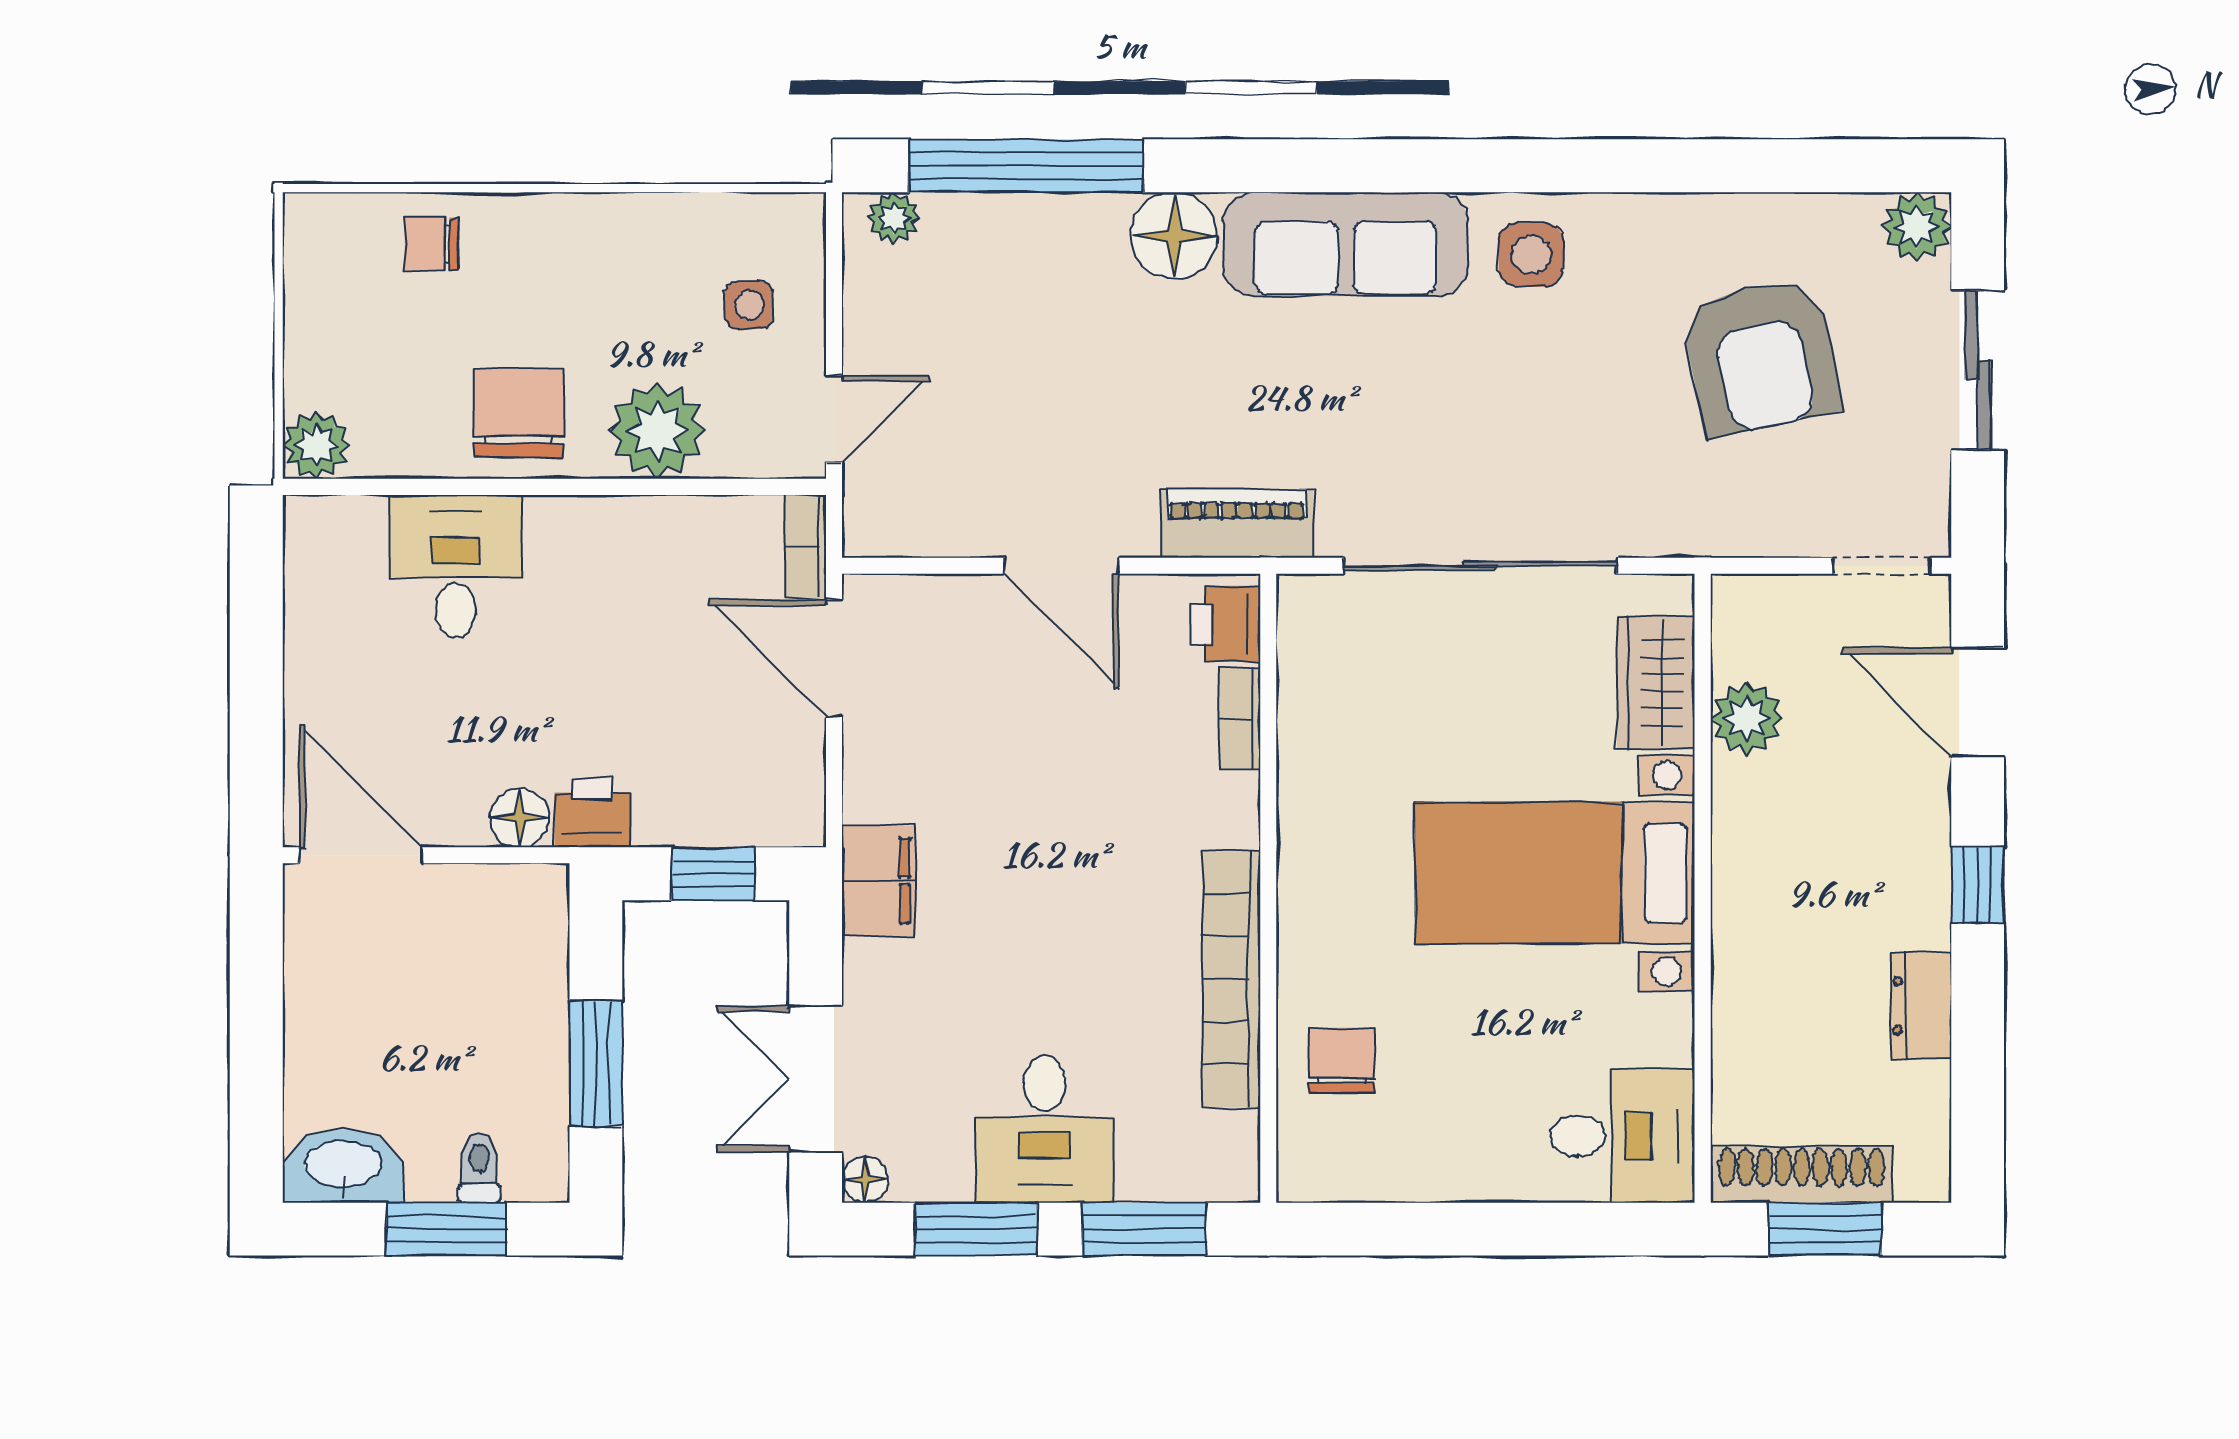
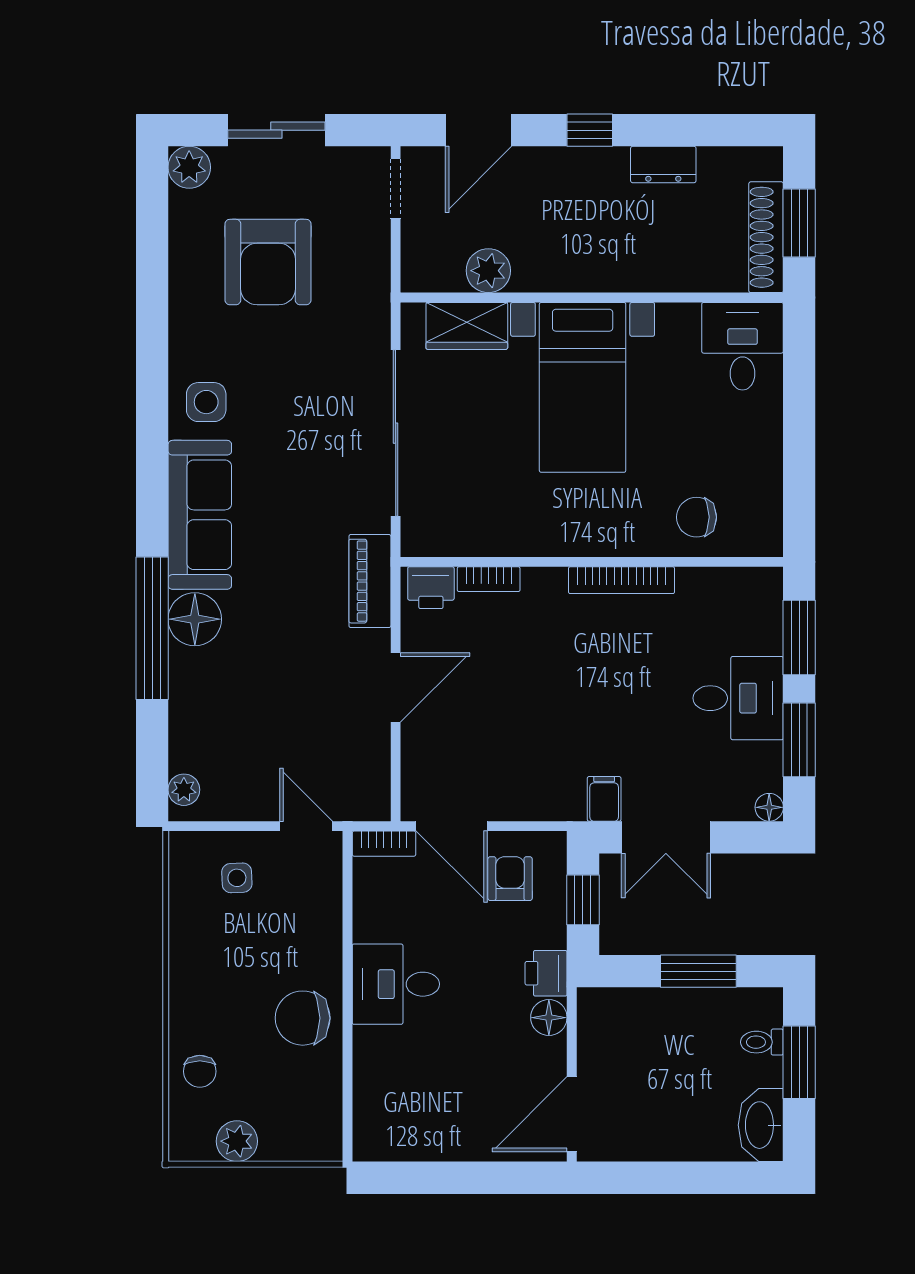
window: (1026, 166) -> (152, 628), moved
armchair: (1761, 356) -> (268, 262), turned 102
plant: (658, 431) -> (313, 933), removed
plant: (316, 445) -> (237, 1141), moved
desk: (456, 566) -> (396, 984), moved
door: (834, 658) -> (452, 826), hinge flipped
armchair: (748, 754) -> (510, 879), added
filing cabinet: (879, 881) -> (604, 799), width x0.50
bookcase: (1231, 979) -> (622, 580), width x0.68, depth x0.76
double door: (816, 1079) -> (666, 837), moved

